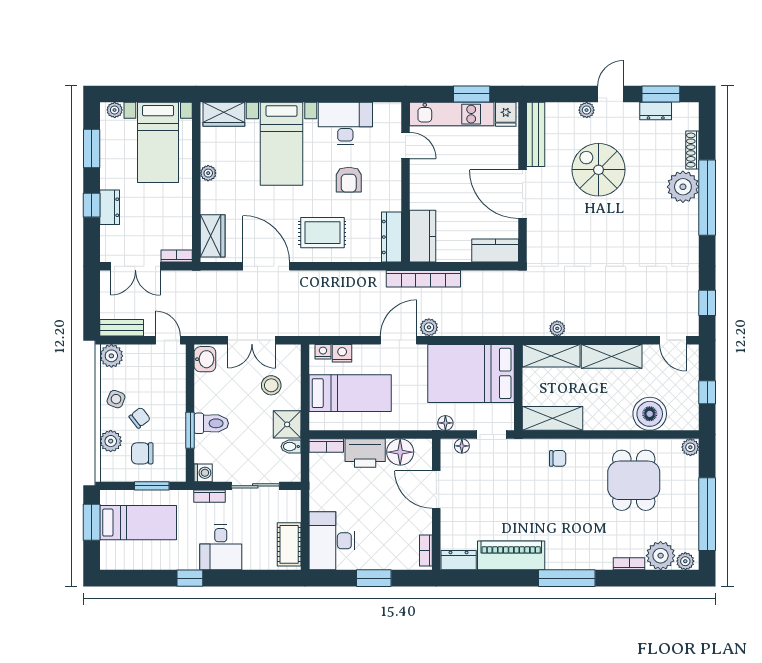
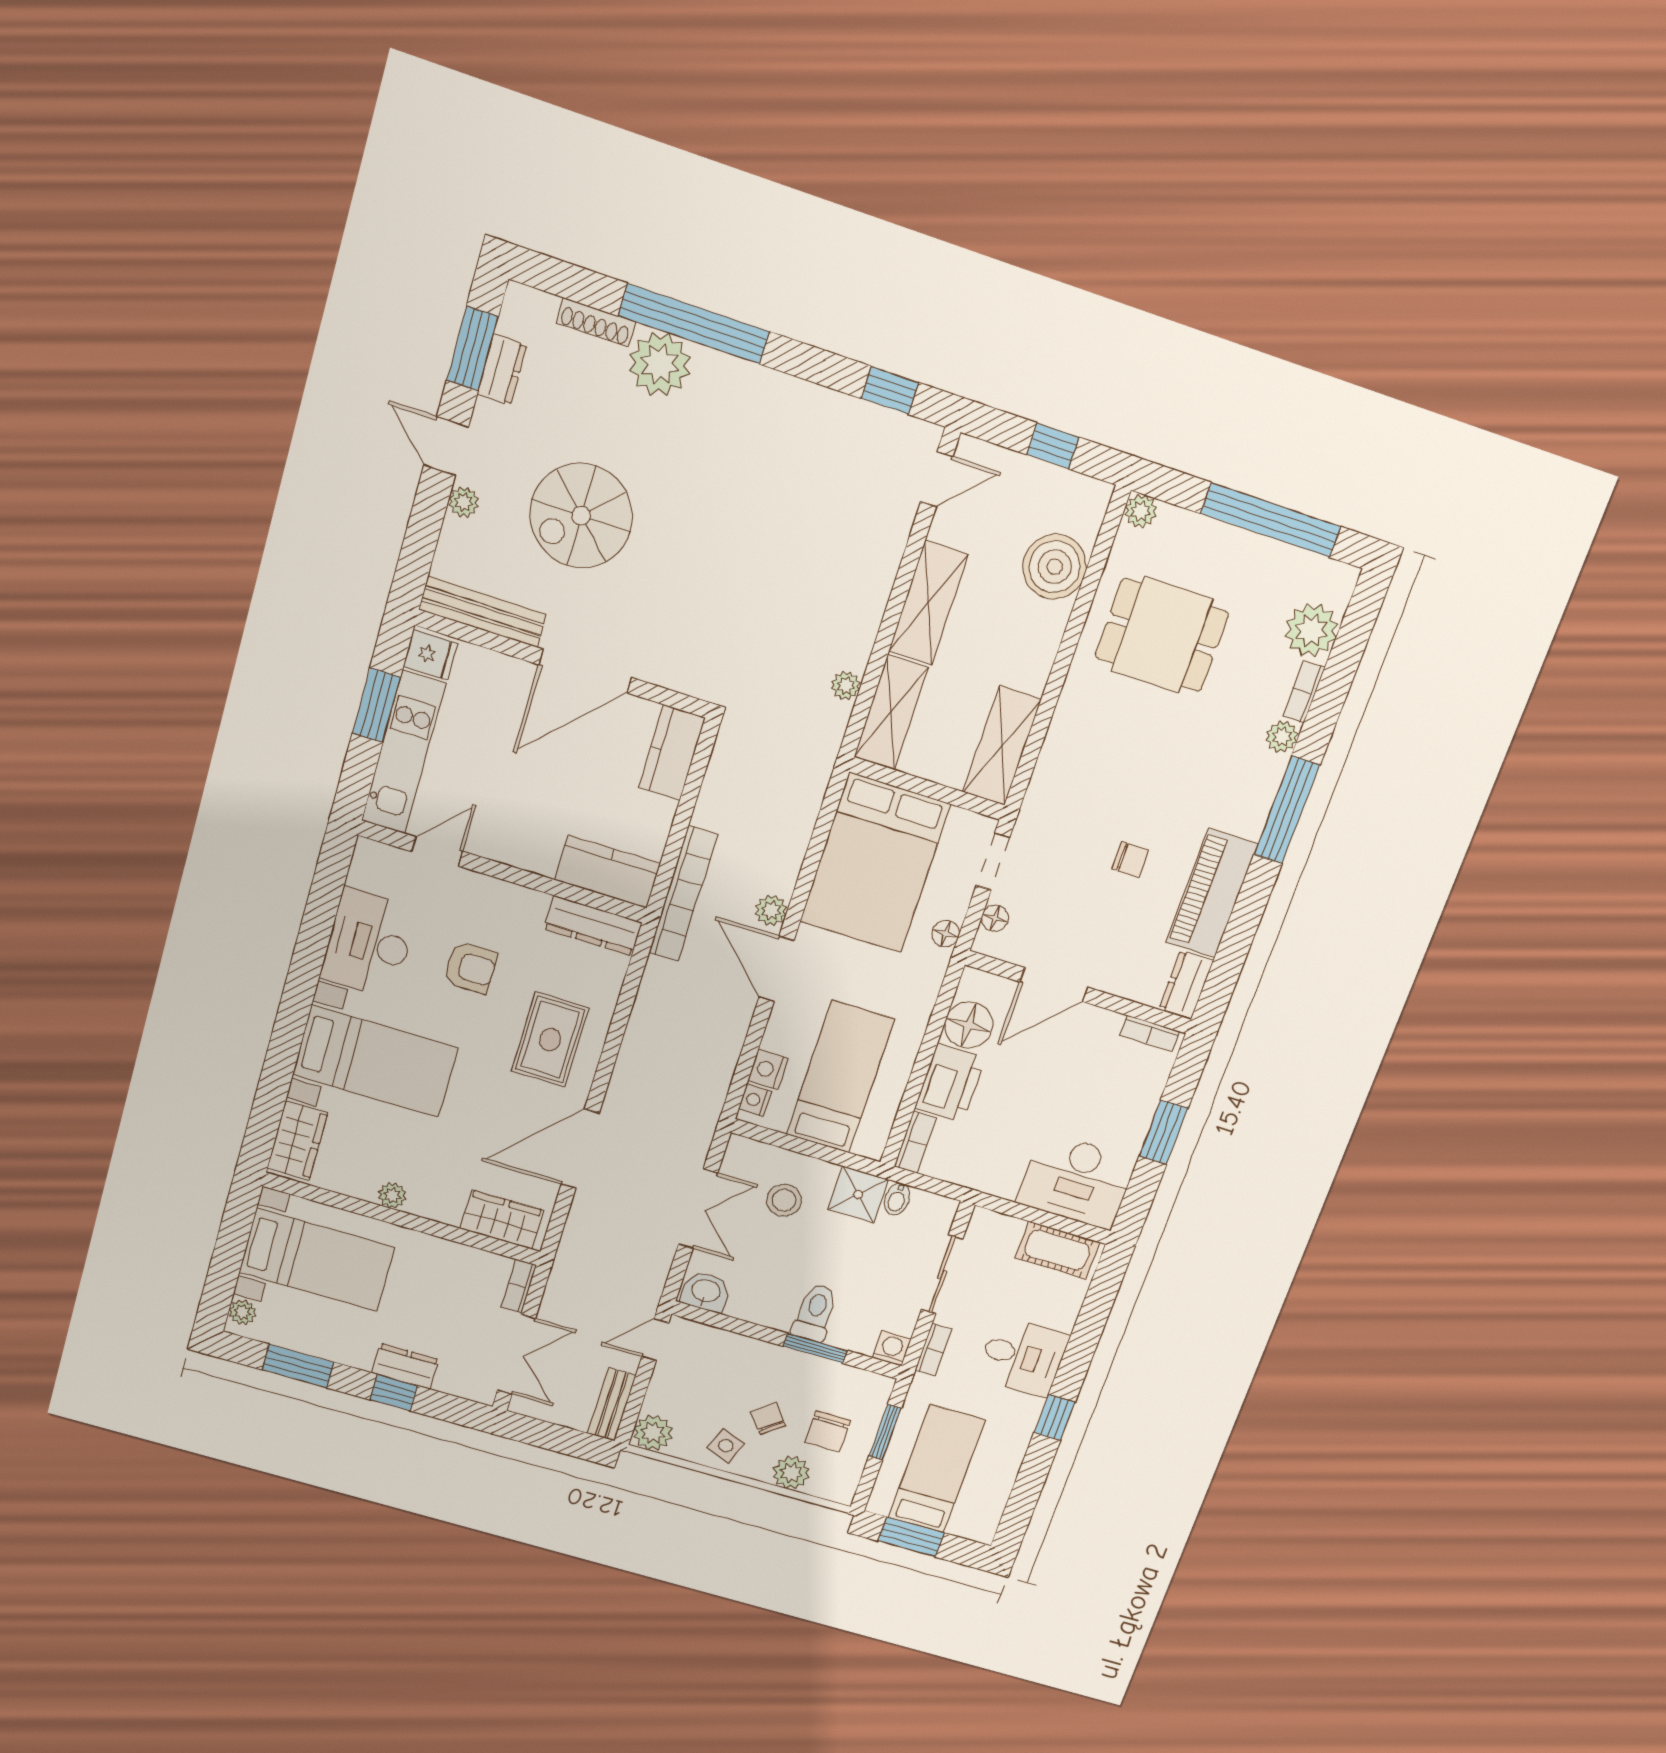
chair: (558, 458) -> (1130, 859), moved, turned 90
plant: (685, 561) -> (1282, 737), moved

